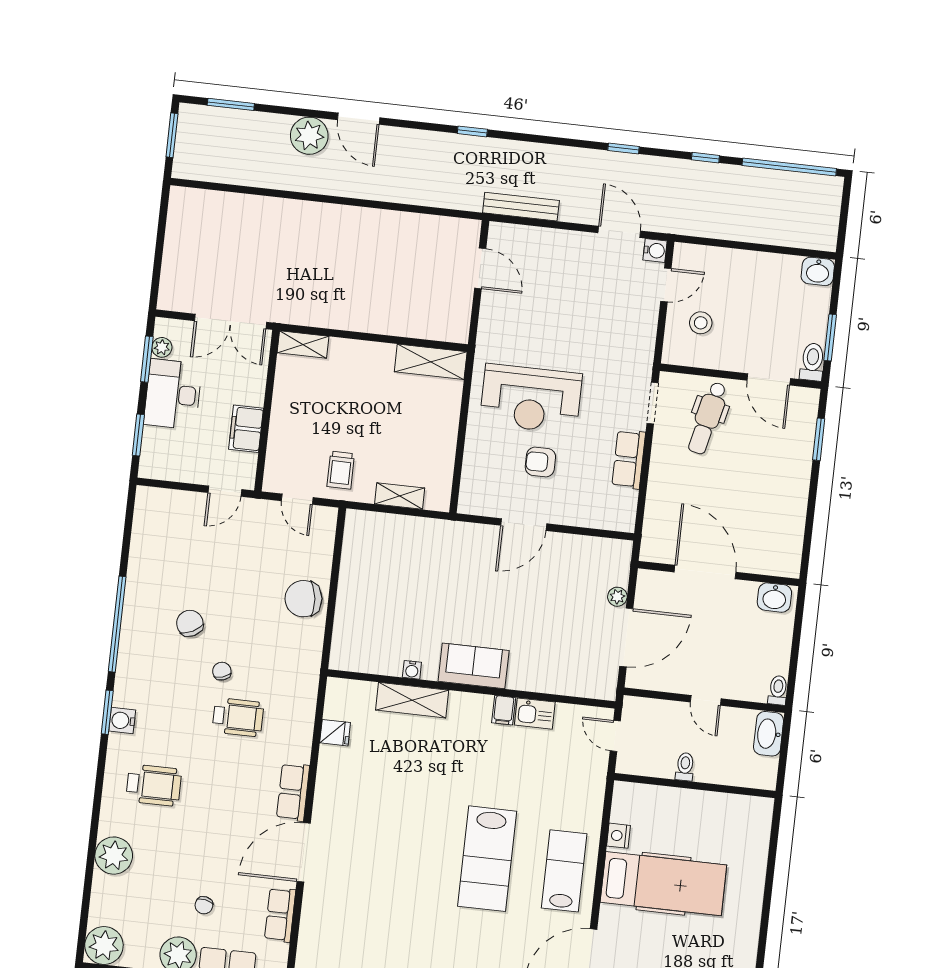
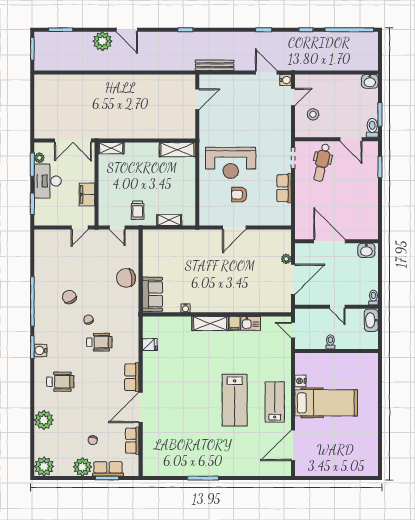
door: (480, 268) -> (197, 99), hinge flipped
sofa: (474, 666) -> (152, 294), moved, turned 90
shelving: (412, 700) -> (210, 323), moved

